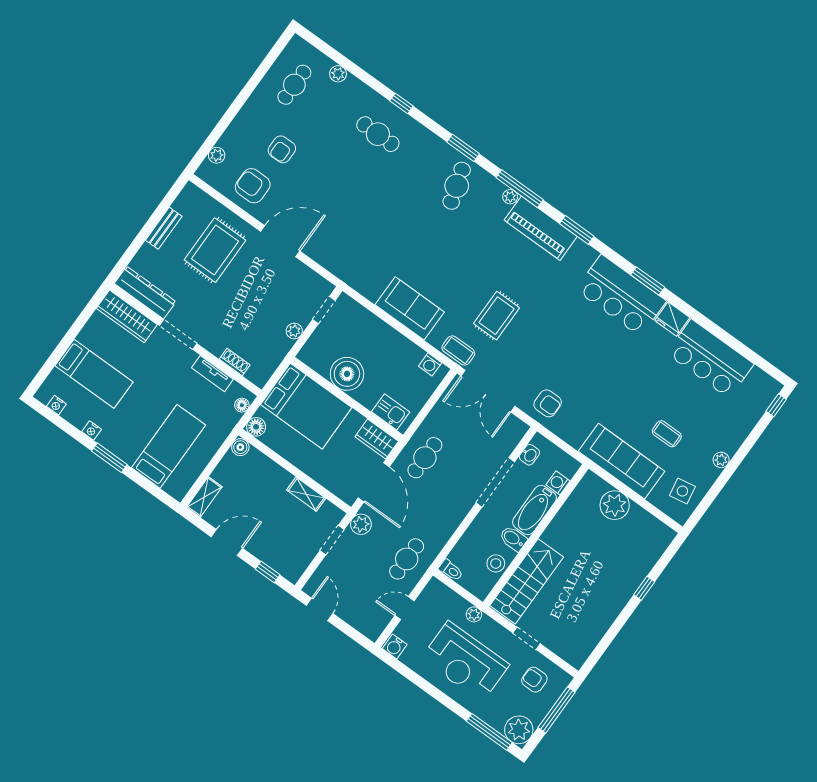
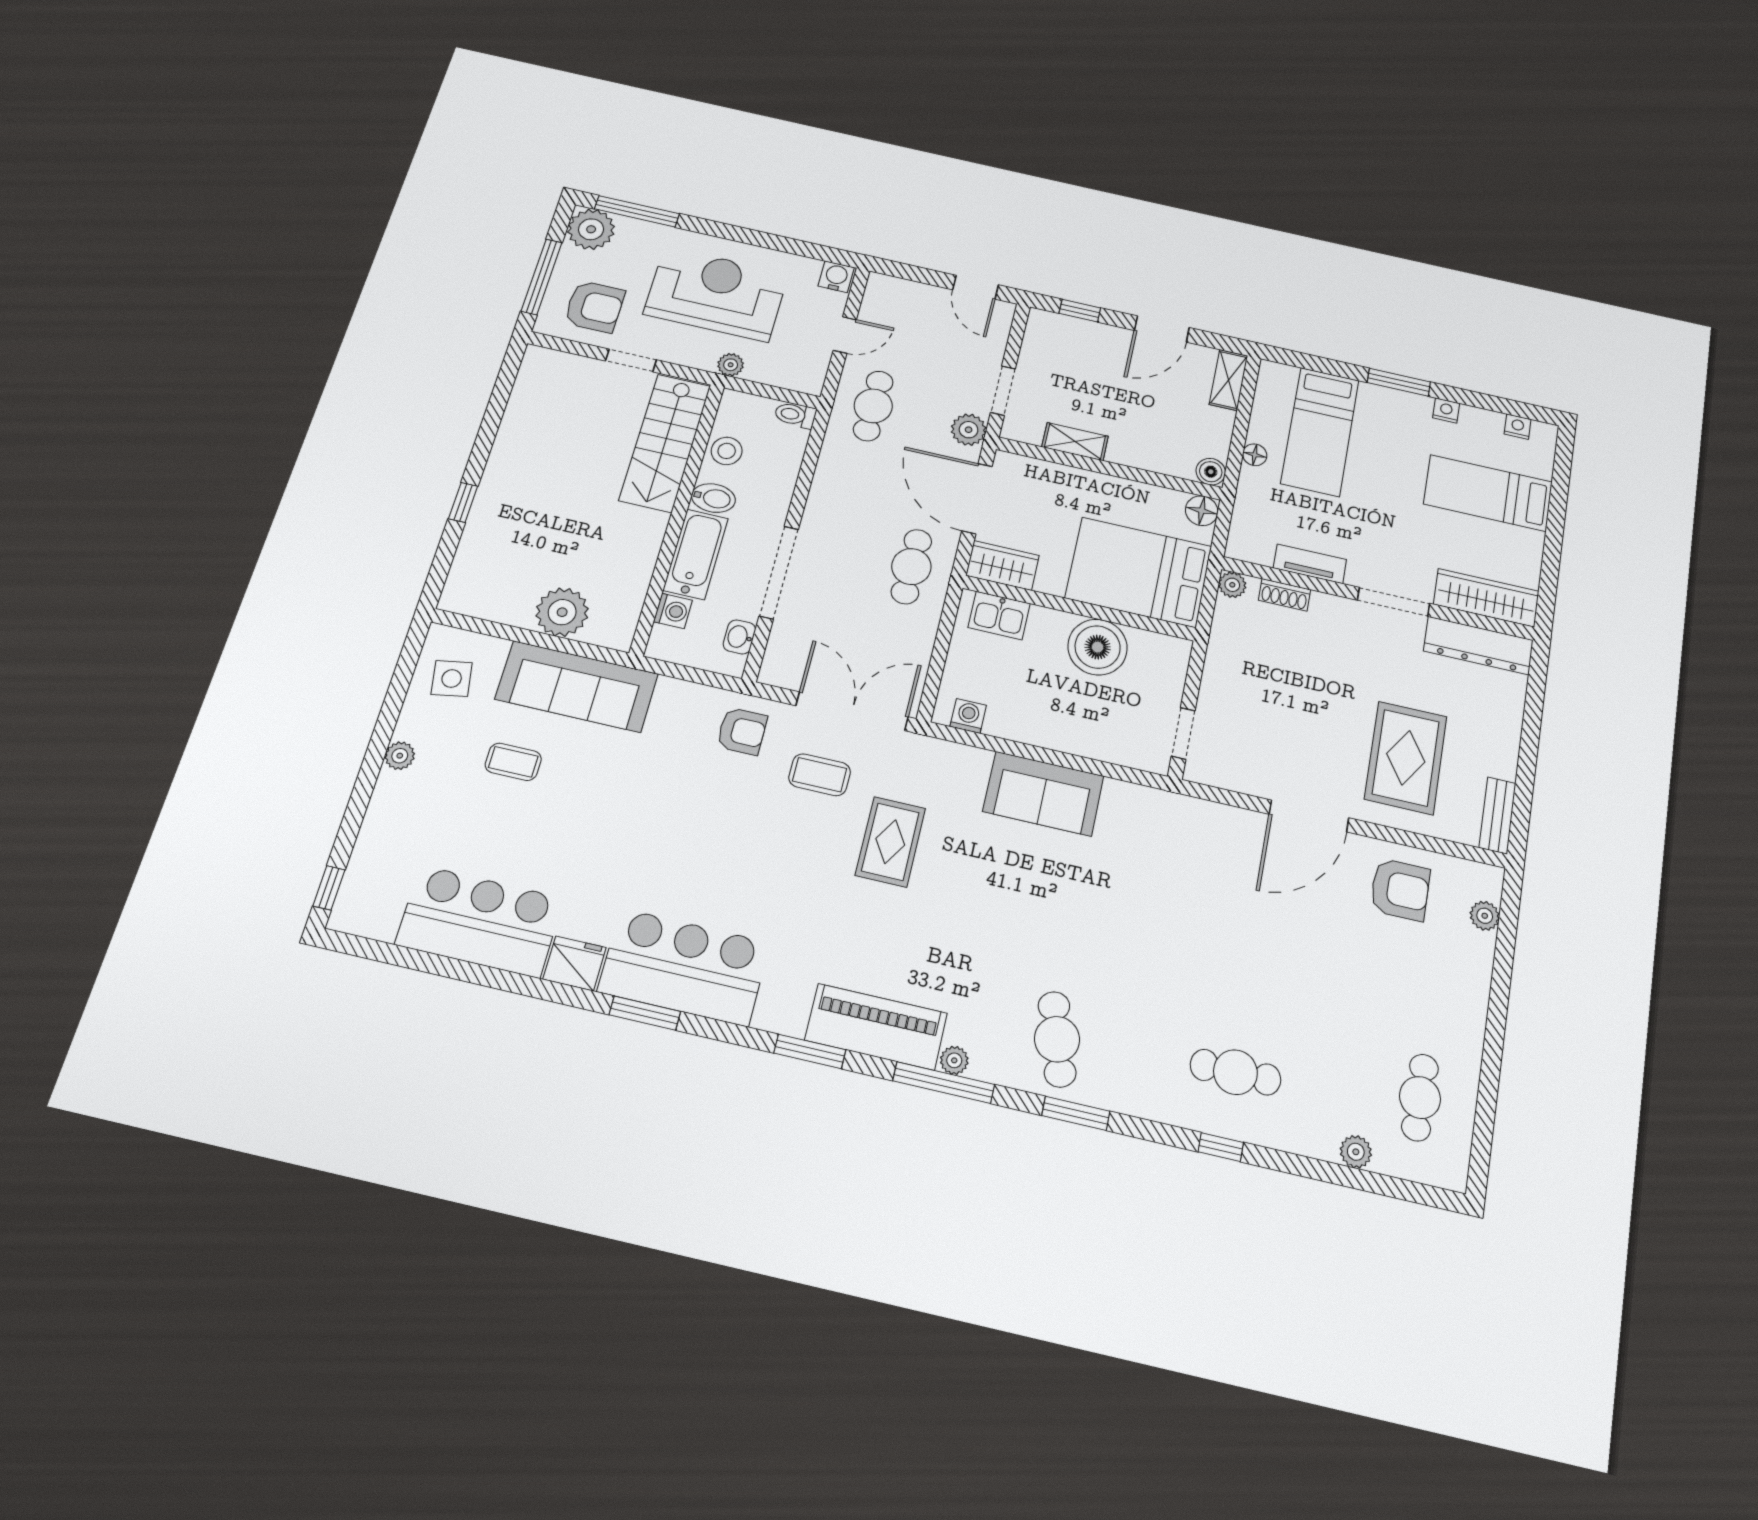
armchair: (282, 149) -> (1384, 973), removed
bench: (164, 228) -> (1497, 815), moved
plant: (294, 331) -> (1232, 585), moved
coffee table: (458, 350) -> (820, 775), moved
armchair: (548, 403) -> (742, 731), turned 180
floor lamp: (242, 405) -> (1255, 455), moved
armchair: (534, 680) -> (594, 307), width x1.38, depth x1.38

